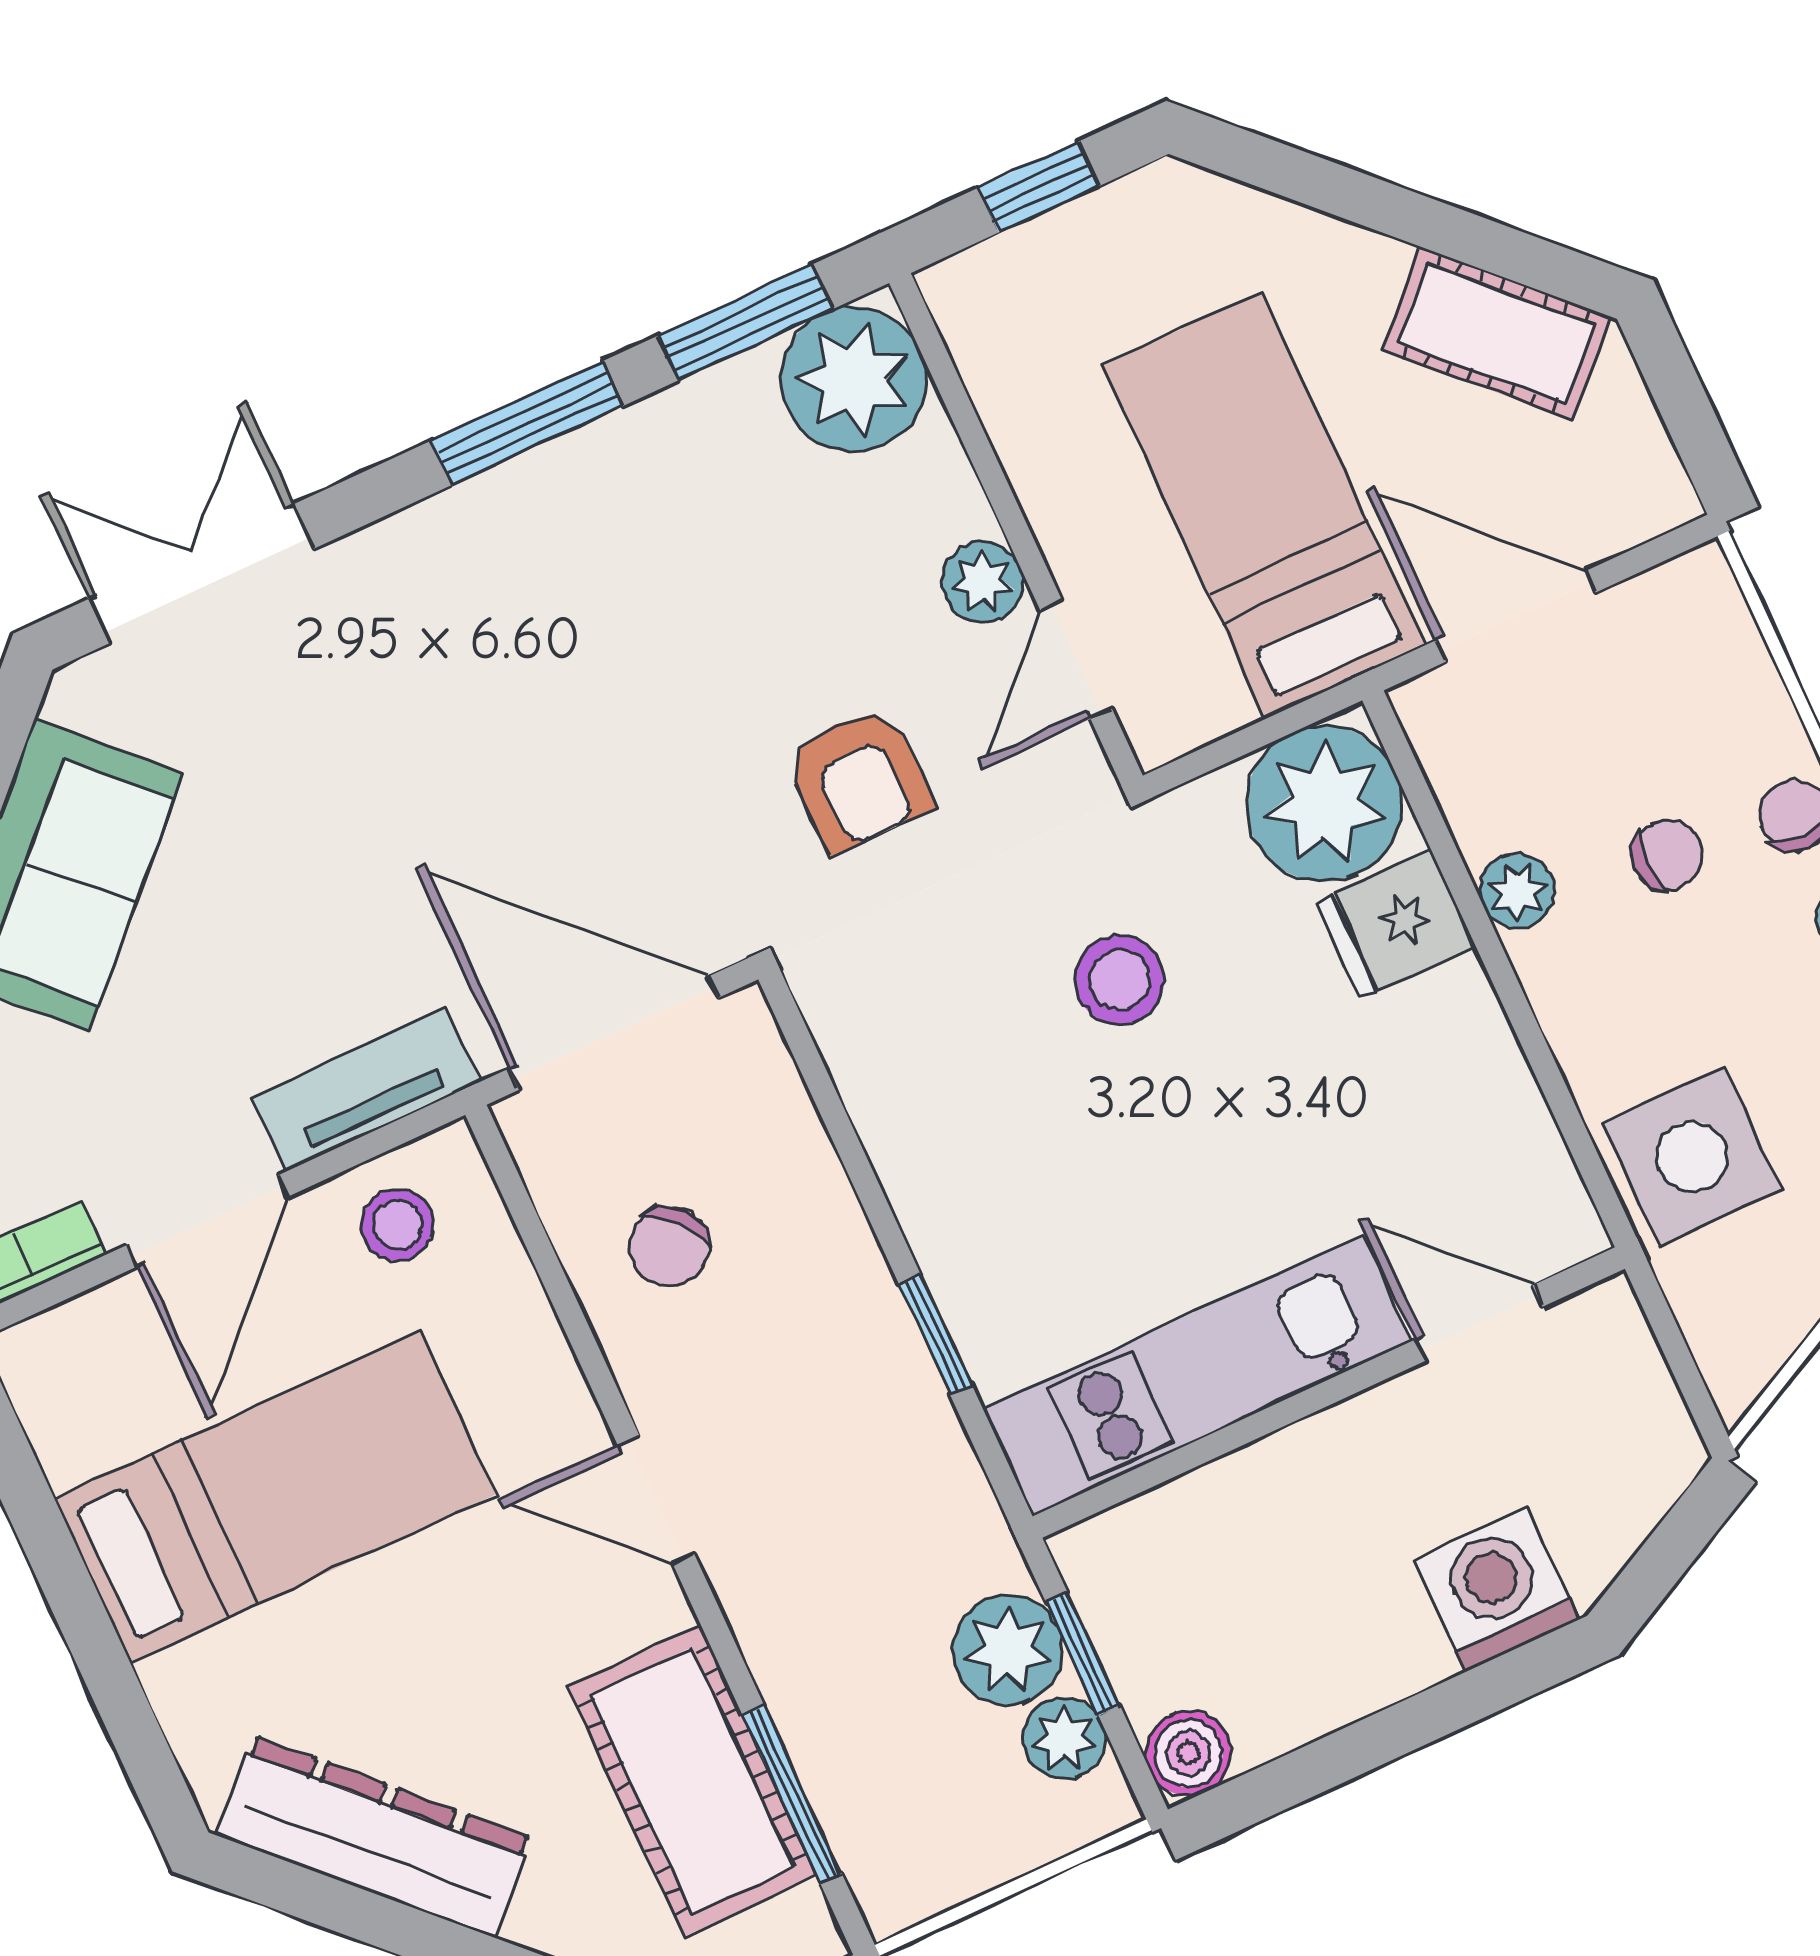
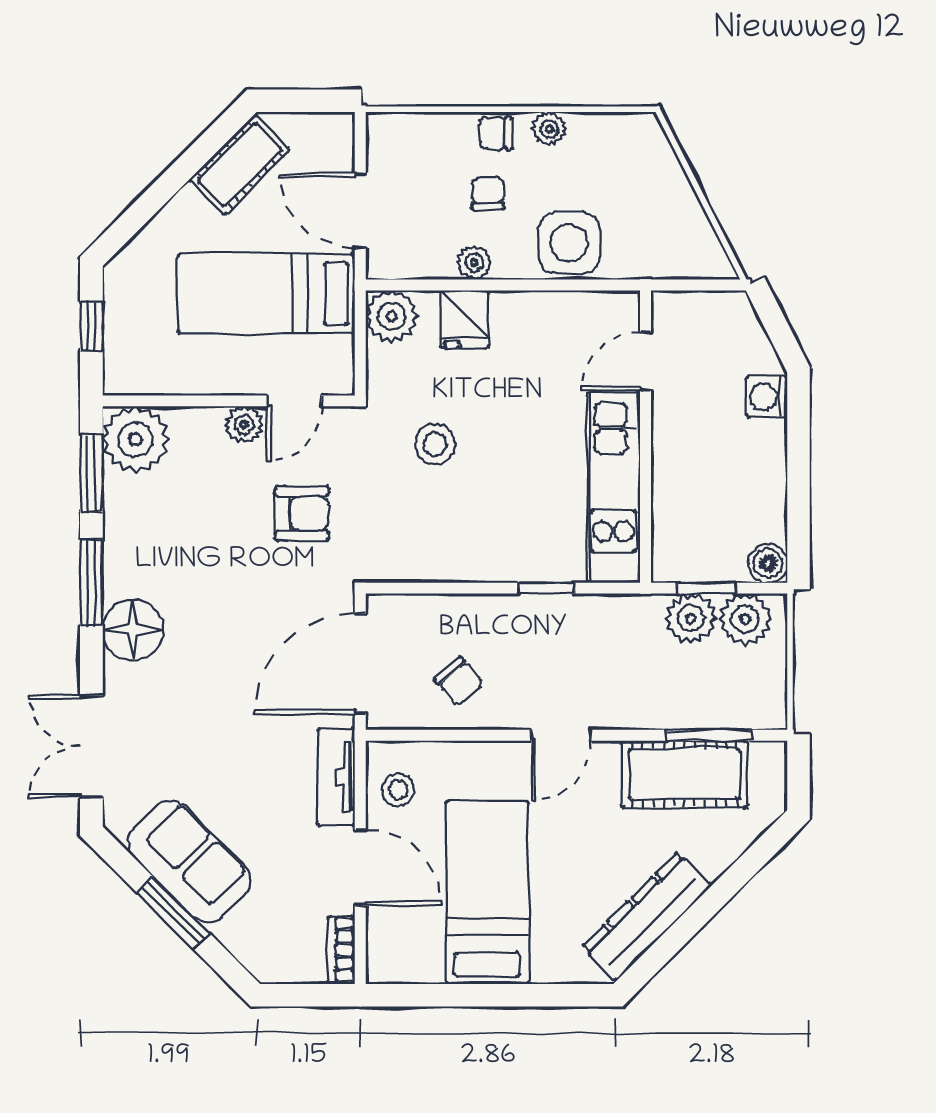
floor lamp: (472, 549) -> (133, 630), added
door: (1516, 616) -> (360, 211), hinge flipped
door: (1076, 660) -> (294, 401), hinge flipped
plant: (1324, 804) -> (392, 316), width x0.73, depth x0.73
side table: (1692, 1157) -> (569, 243), moved
washing machine: (1497, 1589) -> (767, 397), width x0.73, depth x0.73
plant: (1064, 1738) -> (745, 619), width x1.38, depth x1.38

